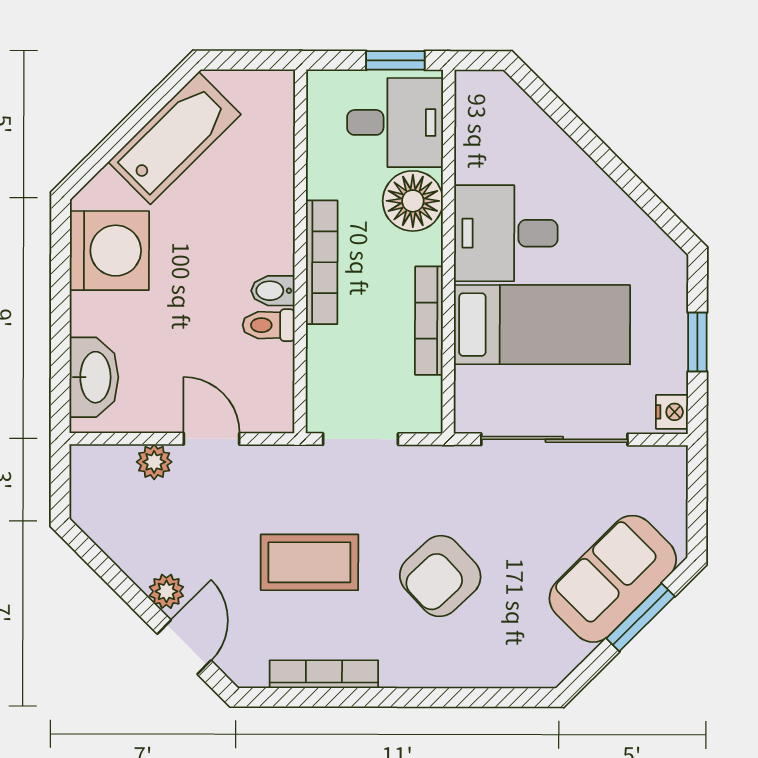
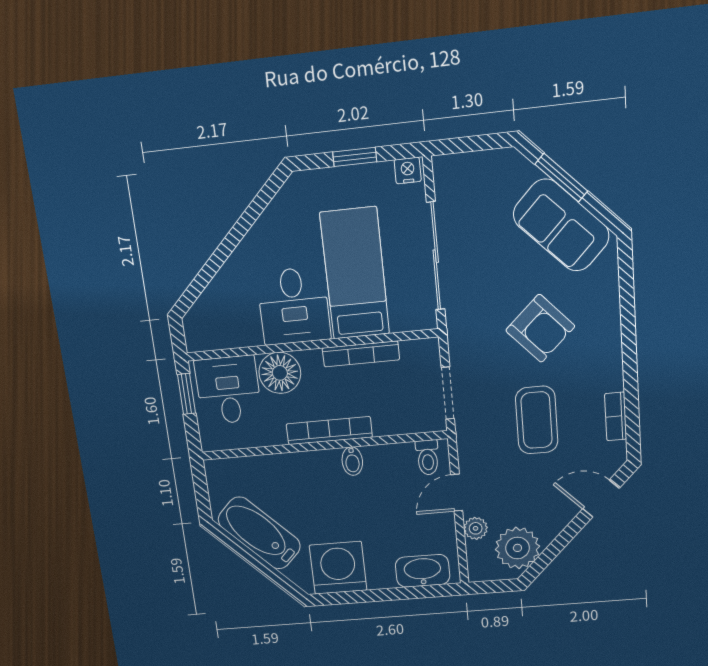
toilet: (269, 325) -> (428, 457), moved
sofa: (613, 579) -> (561, 225), moved
plant: (166, 591) -> (517, 548), moved, width x1.87, depth x1.87
bookcase: (324, 674) -> (616, 416), width x0.64

